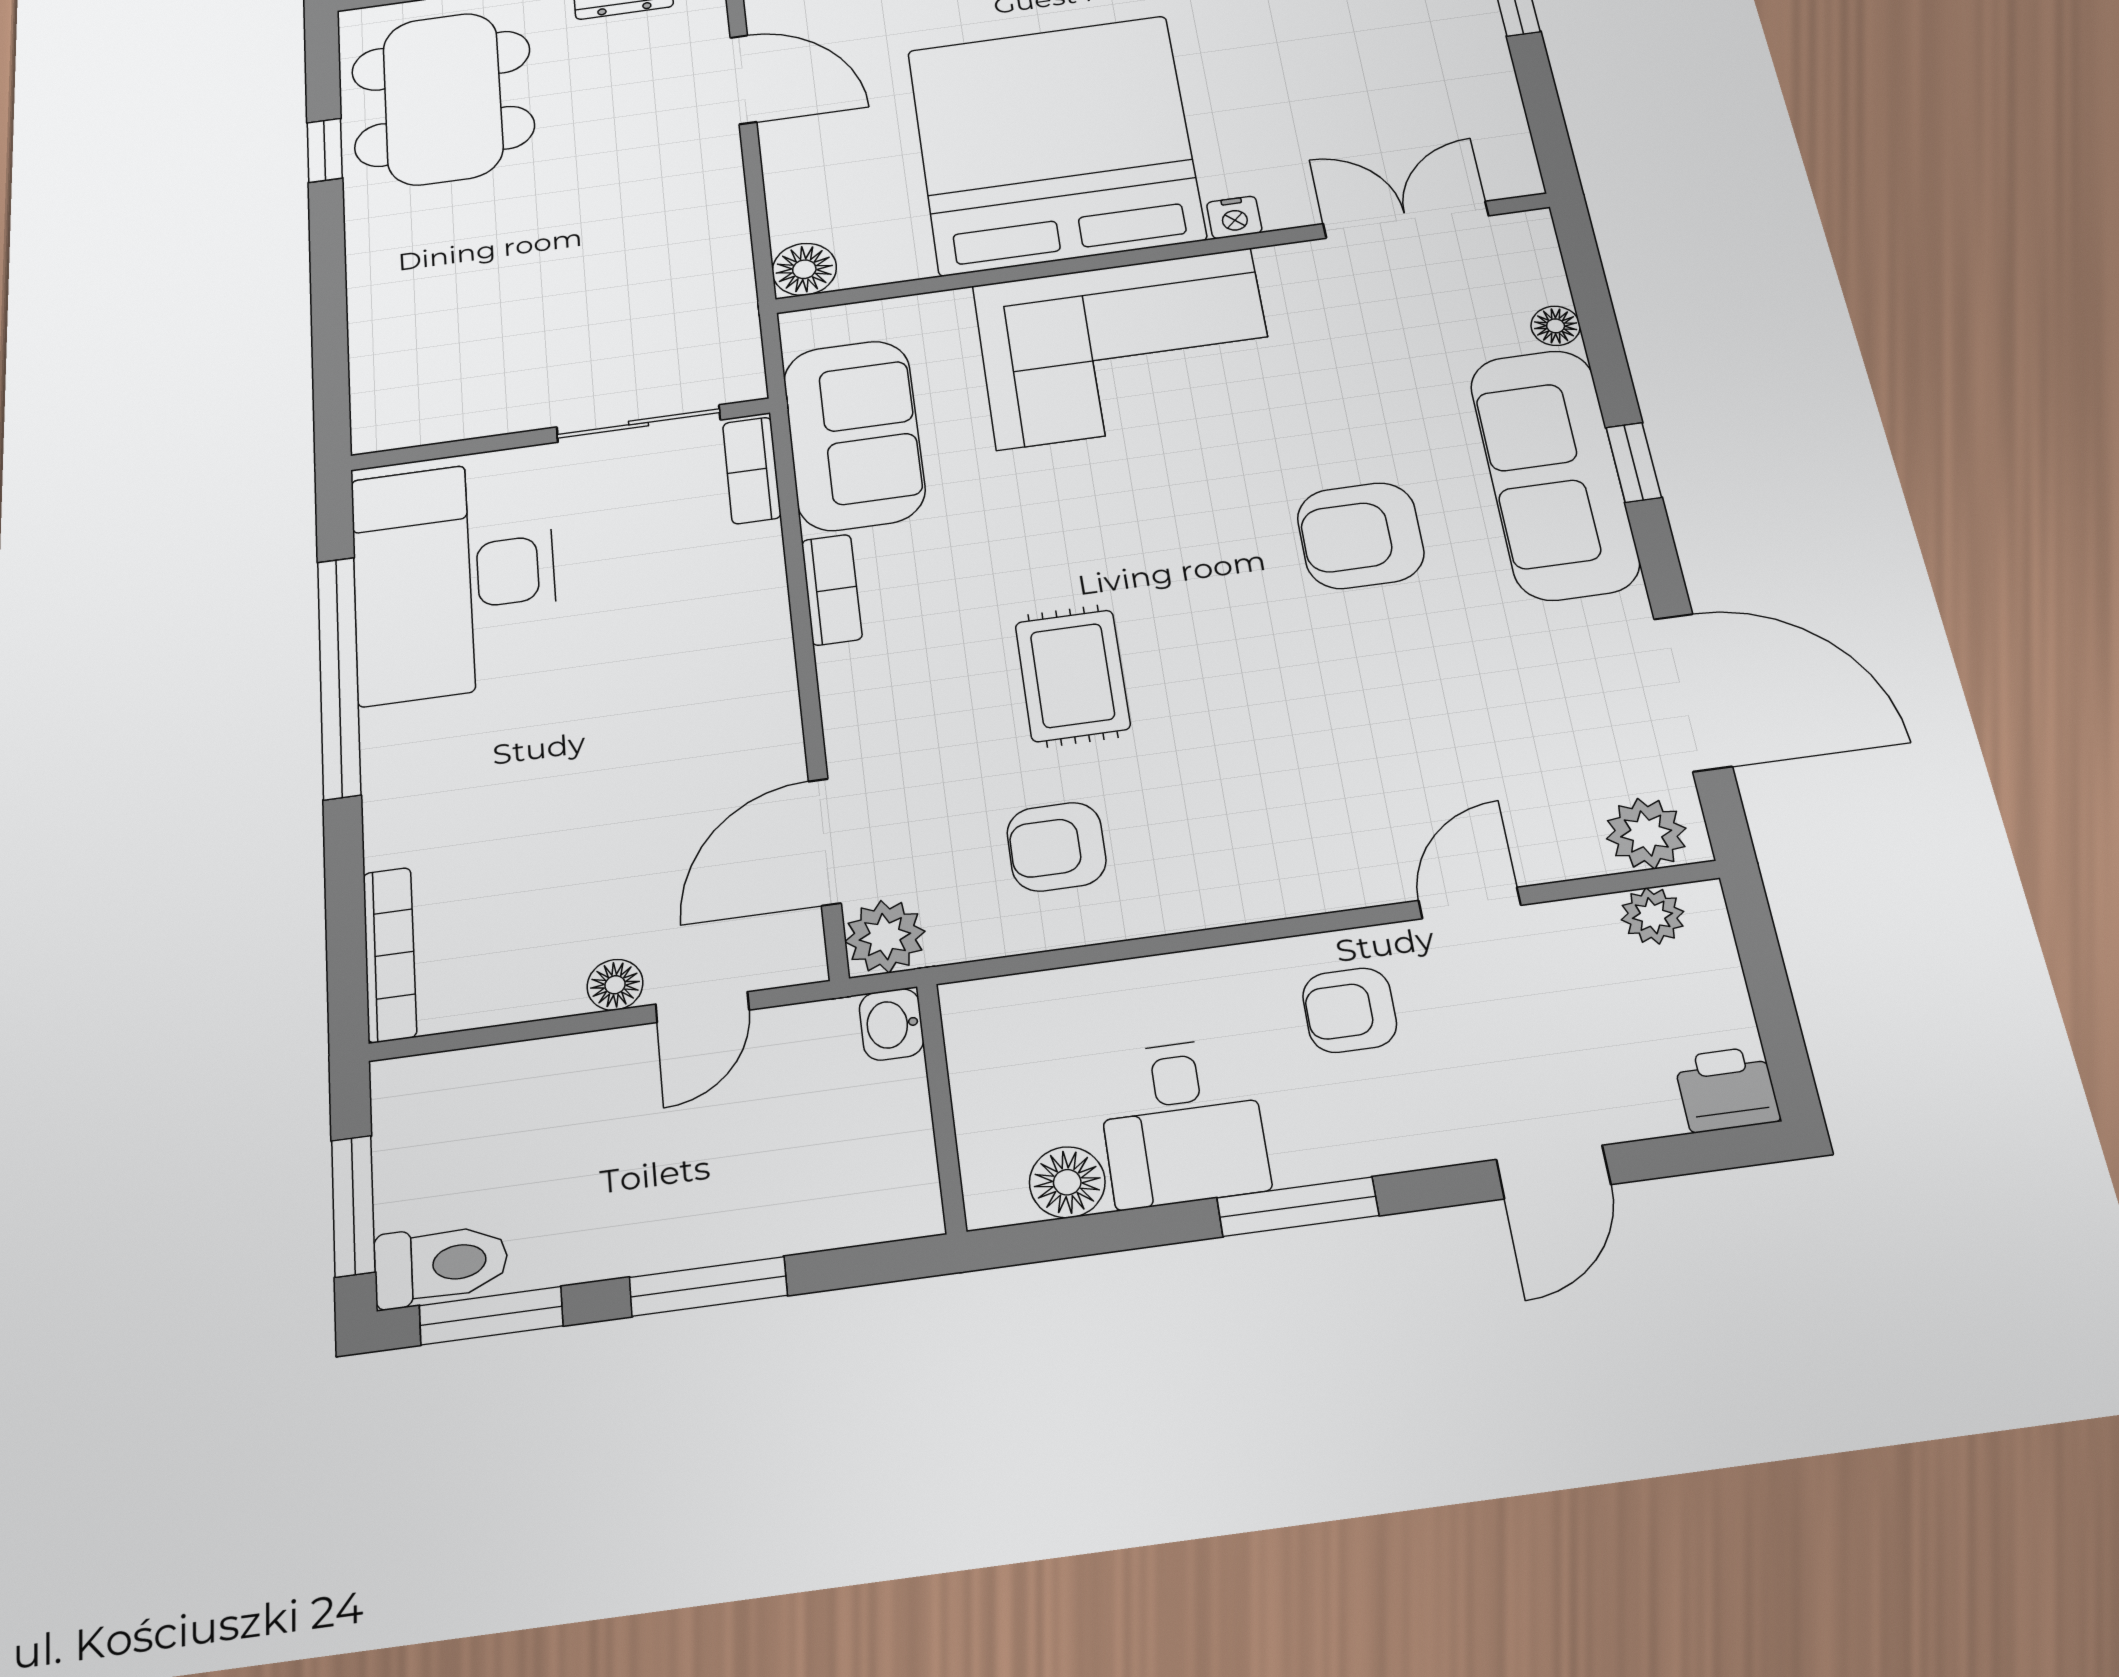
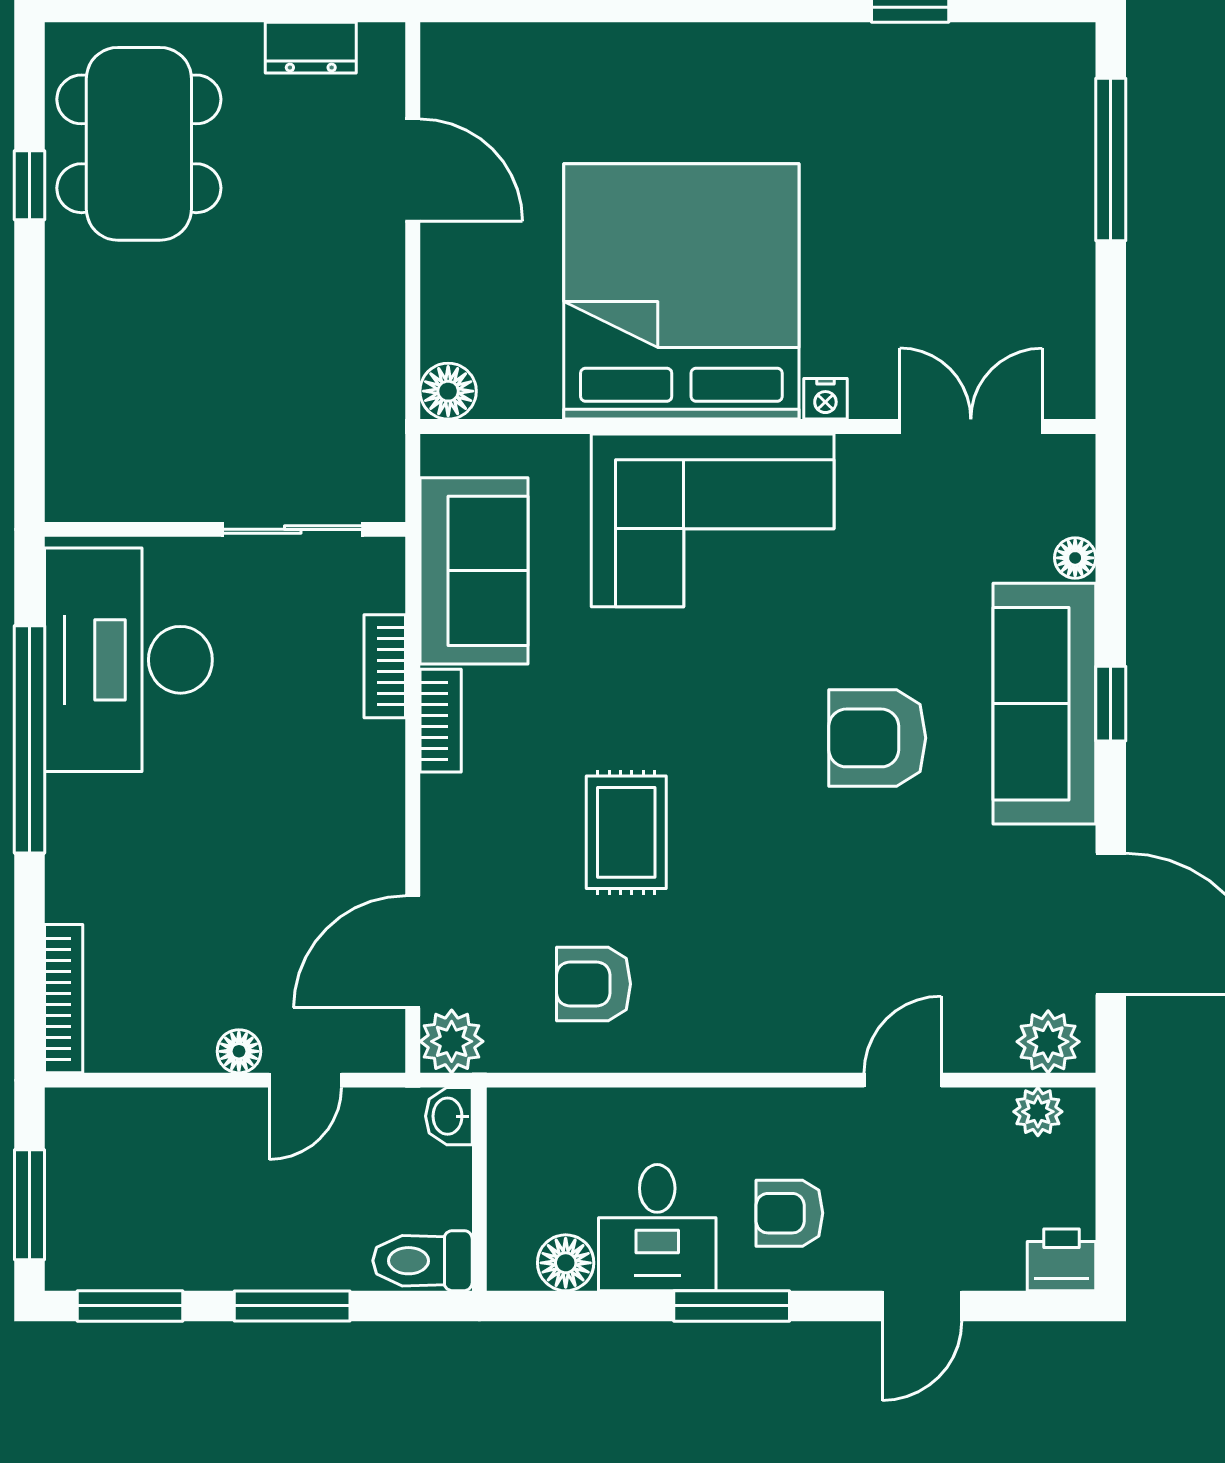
bookcase: (752, 470) -> (385, 666), moved
armchair: (1350, 1010) -> (789, 1213), moved
toilet: (441, 1264) -> (422, 1261), moved, turned 180

